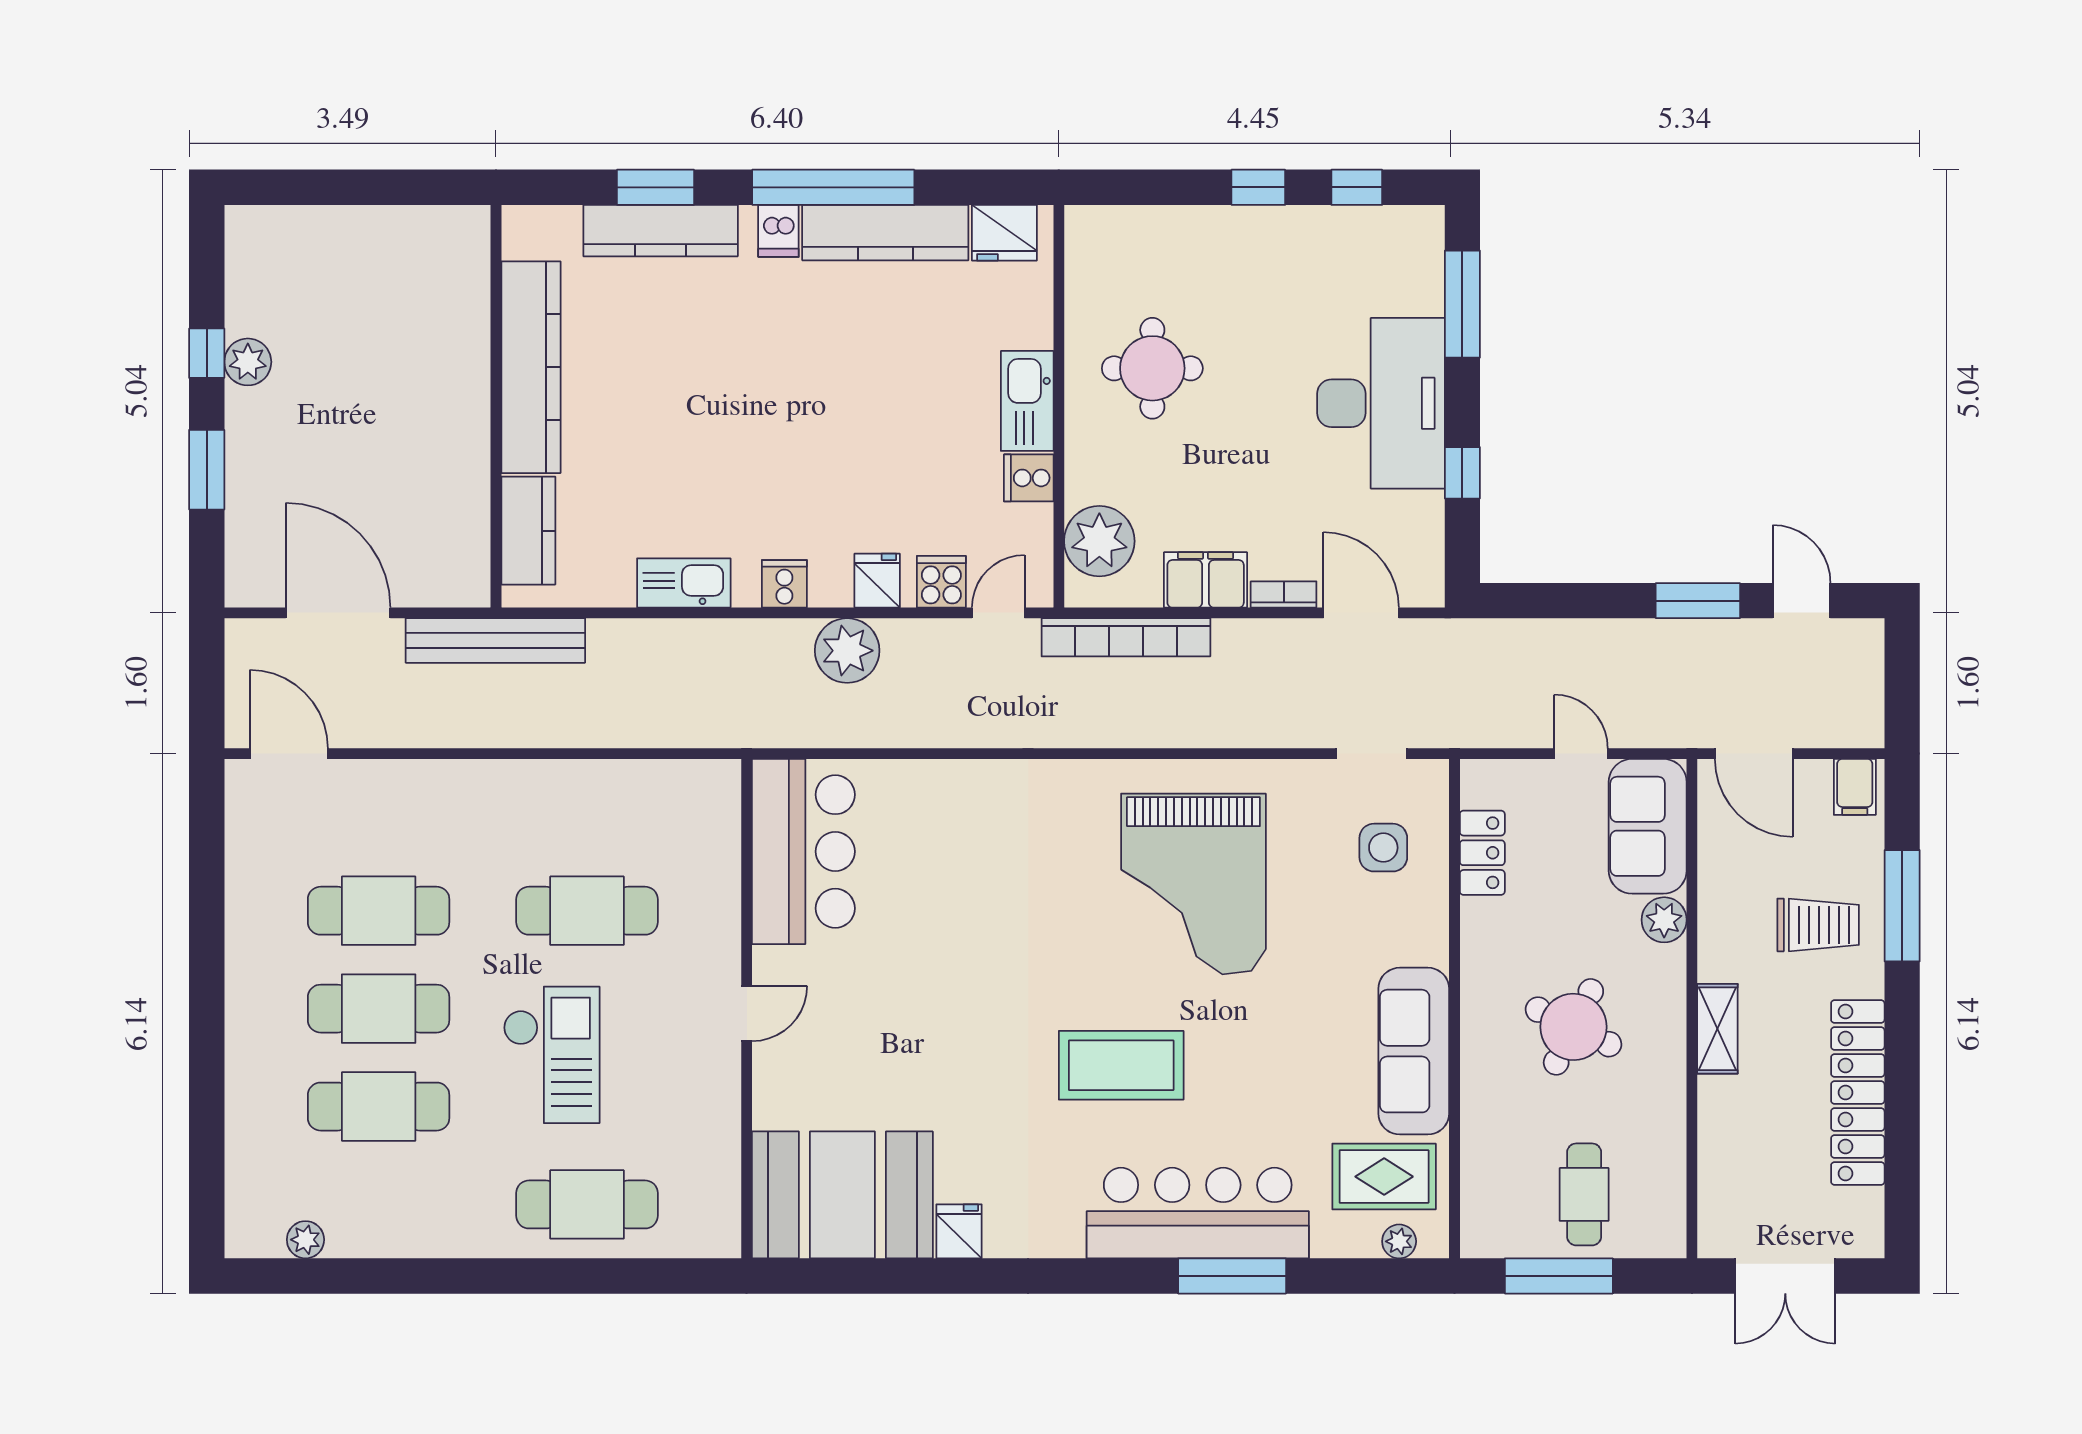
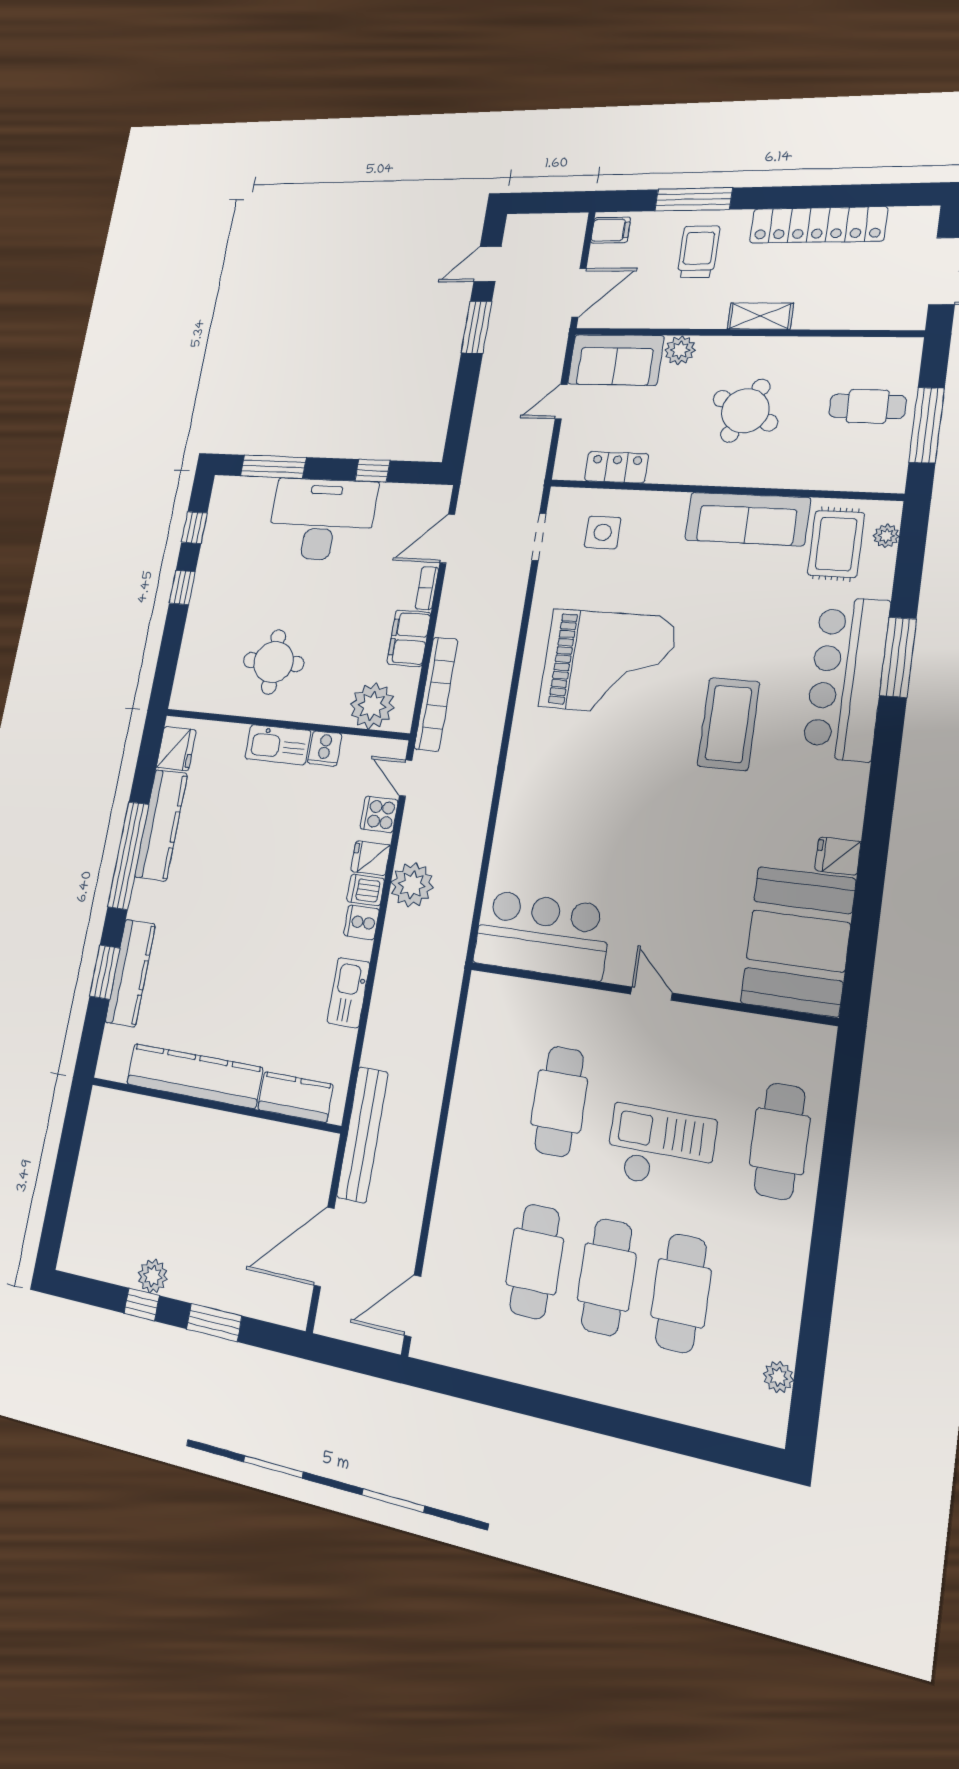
dishwasher: (778, 231) -> (366, 890), moved, turned 180

